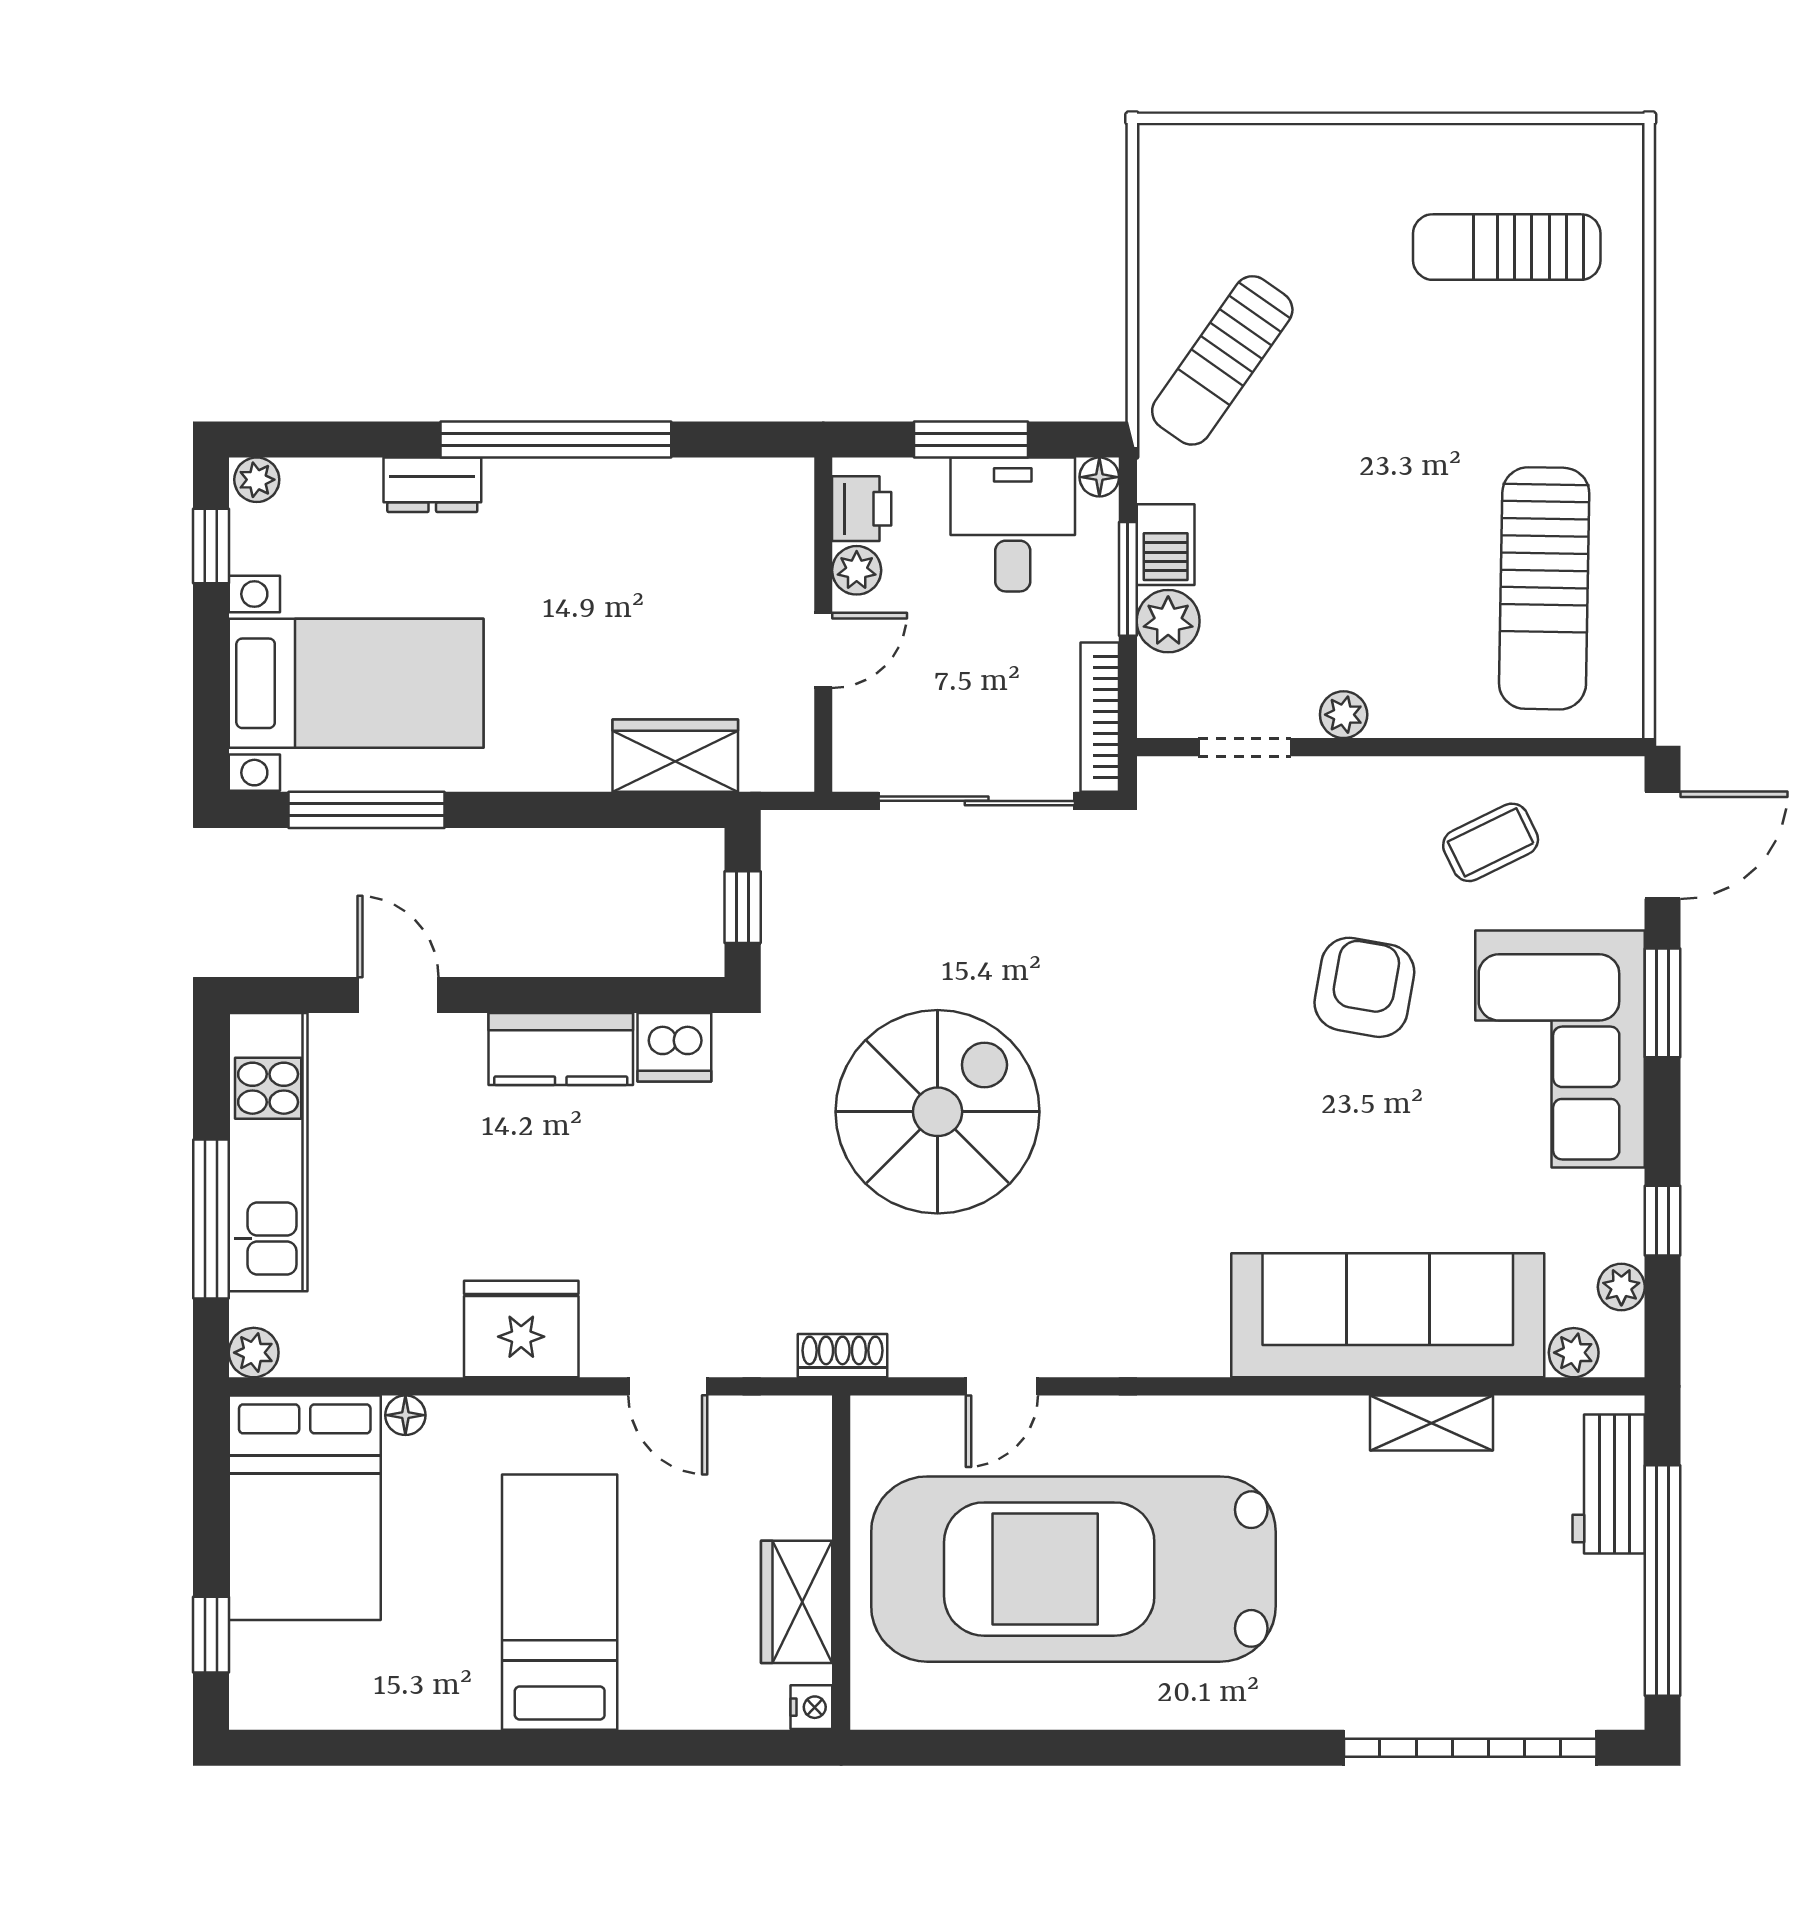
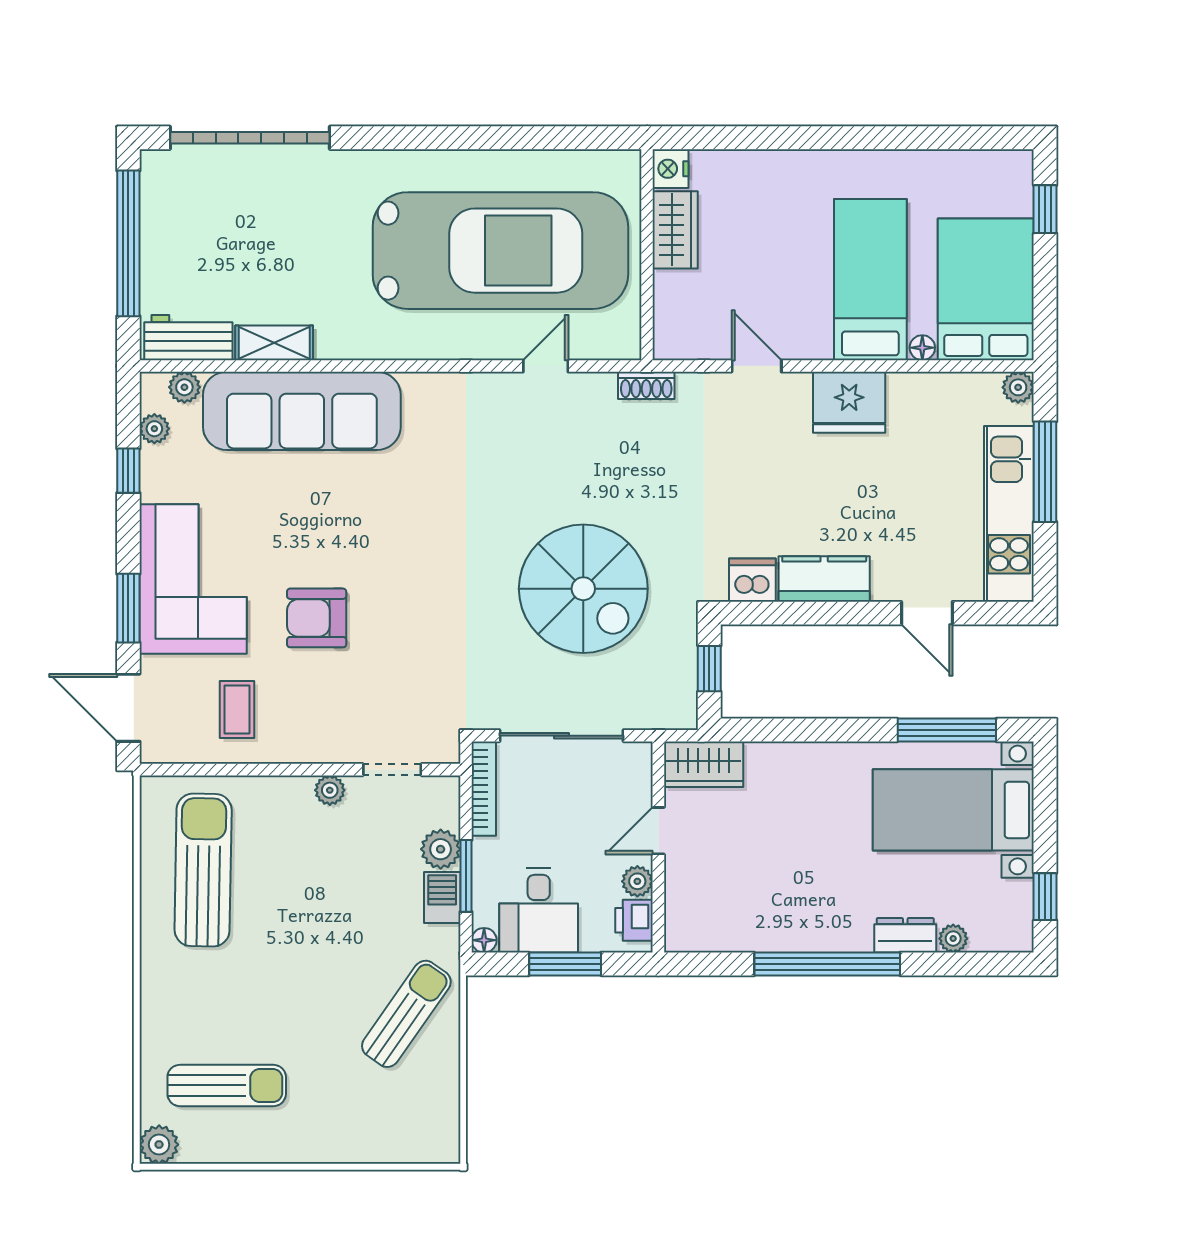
plant: (1614, 154) -> (159, 1145), added
plant: (257, 480) -> (953, 939), moved
wardrobe: (675, 756) -> (704, 764), moved
coffee table: (1491, 842) -> (237, 709), turned -64
door: (1663, 845) -> (128, 708), hinge flipped
armchair: (1364, 987) -> (317, 618), turned 80
spiral stairs: (938, 1112) -> (583, 589), moved, turned -90
workbench: (1609, 1484) -> (188, 338), moved, turned -90
bed: (560, 1602) -> (870, 280), moved, turned 180
nightstand: (811, 1707) -> (670, 169), width x1.39, depth x1.35

